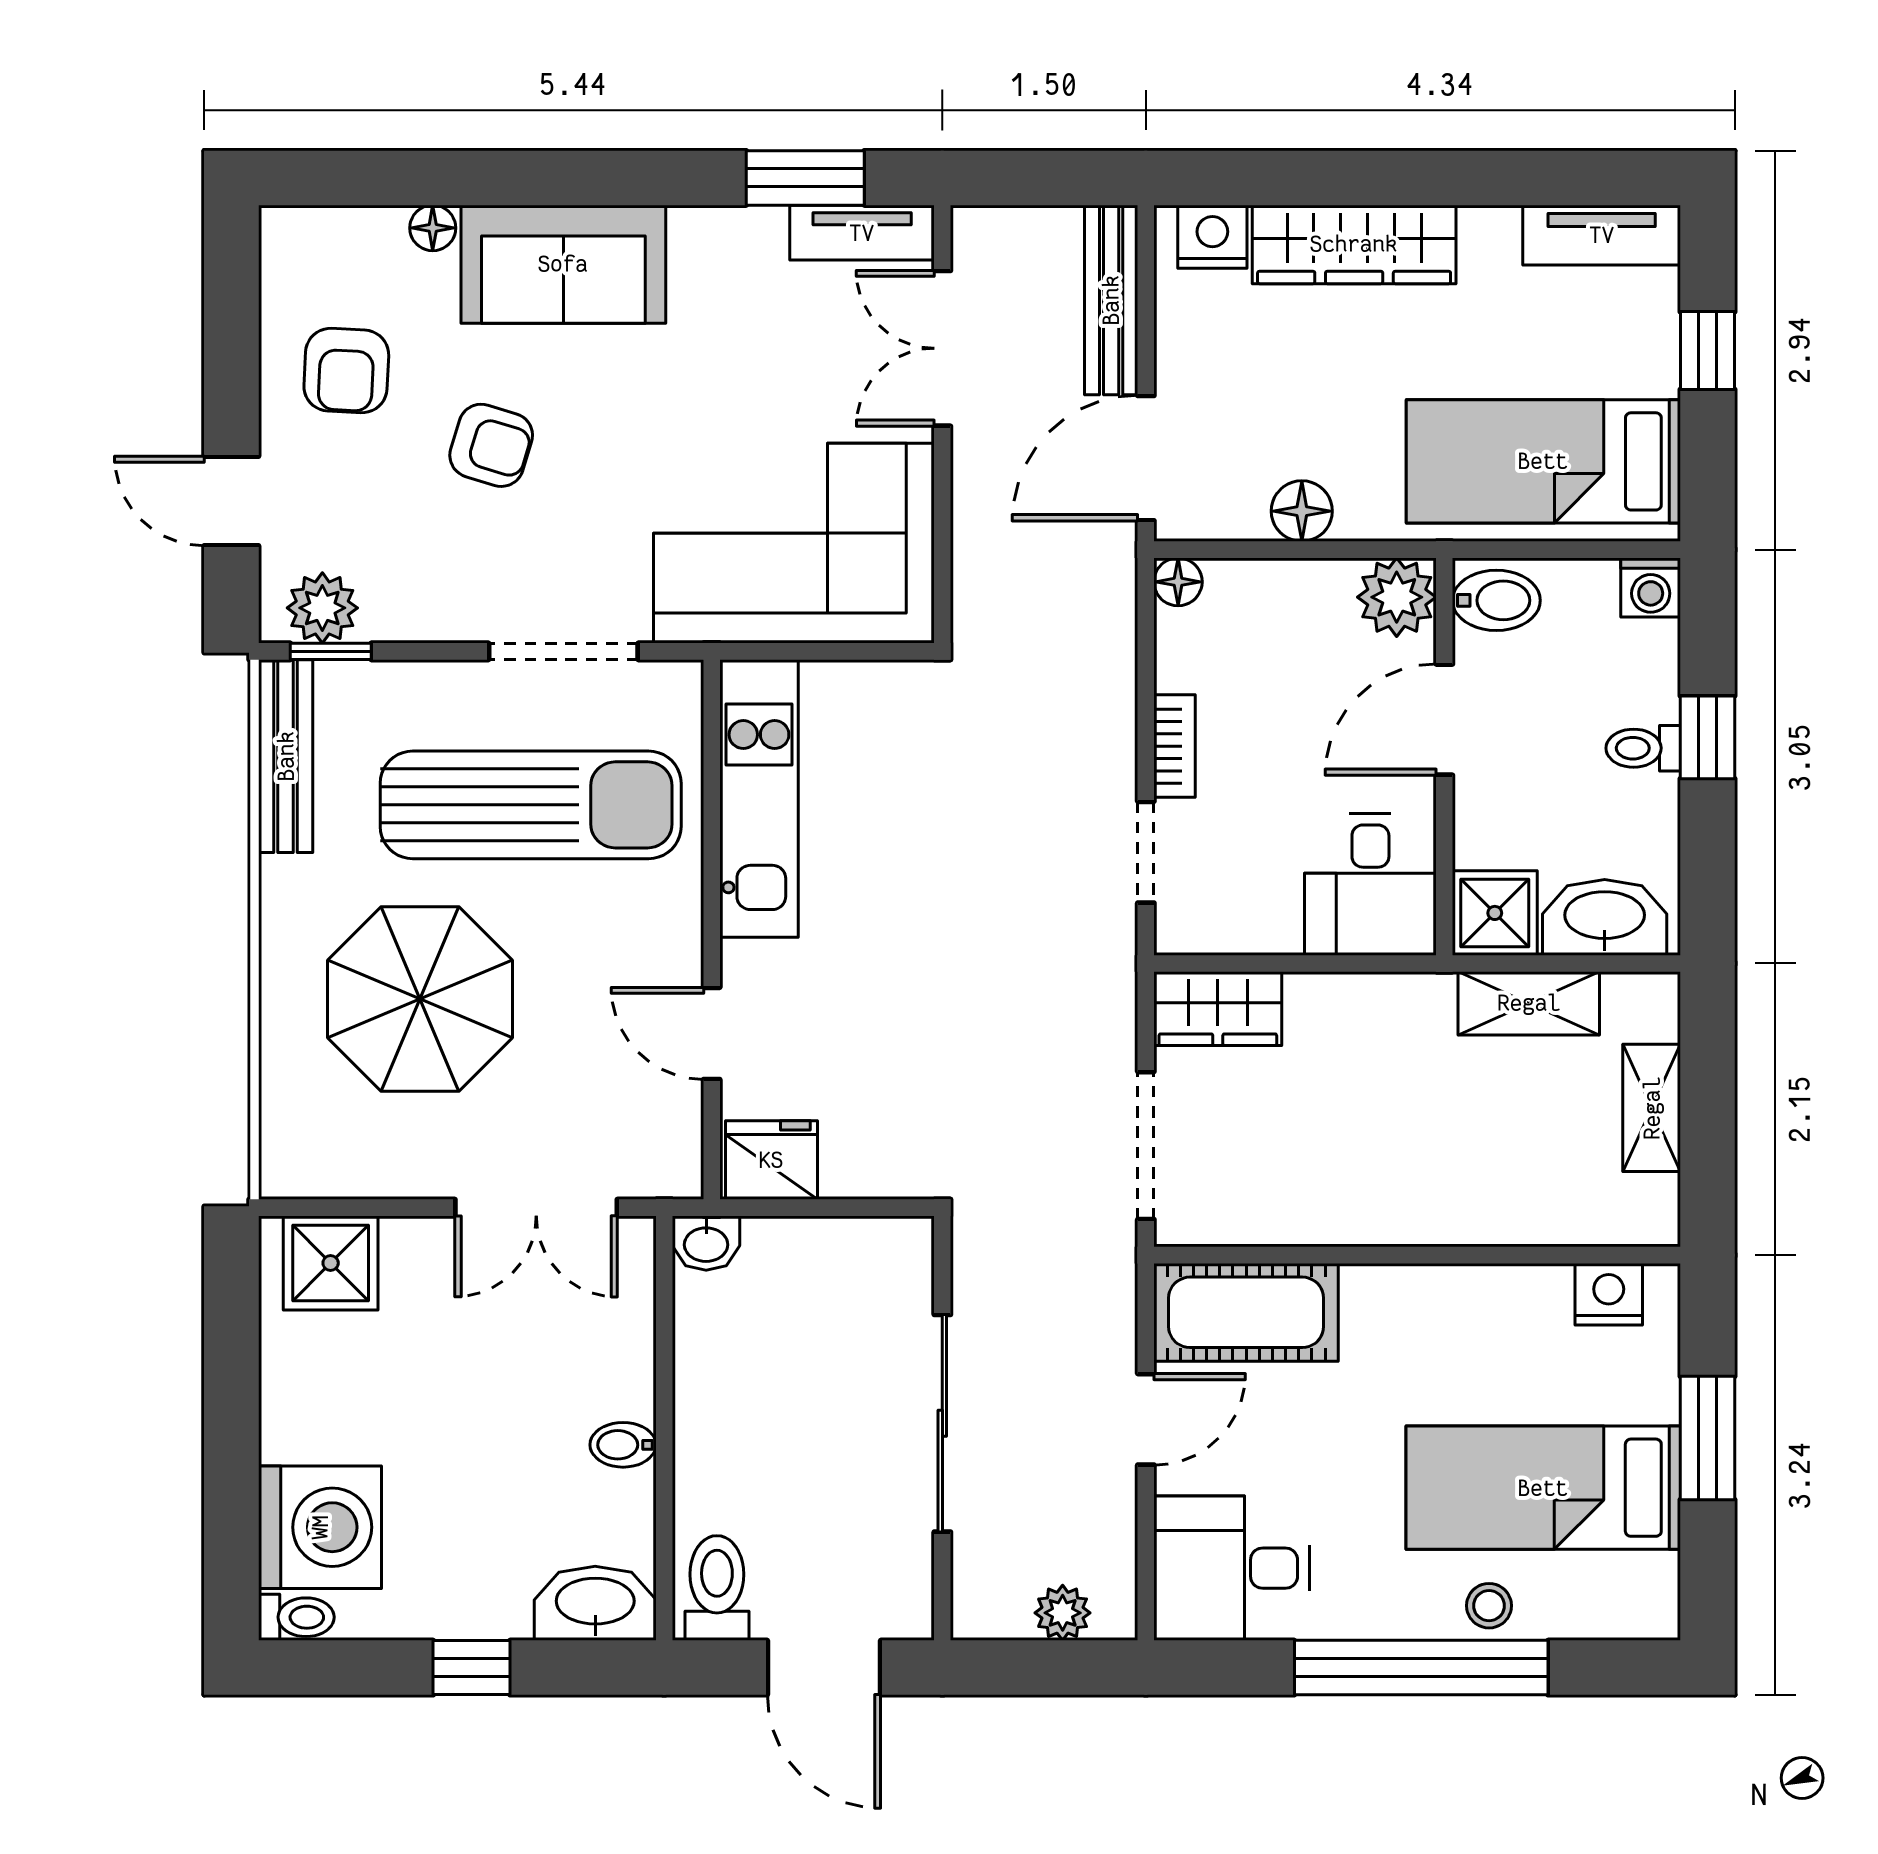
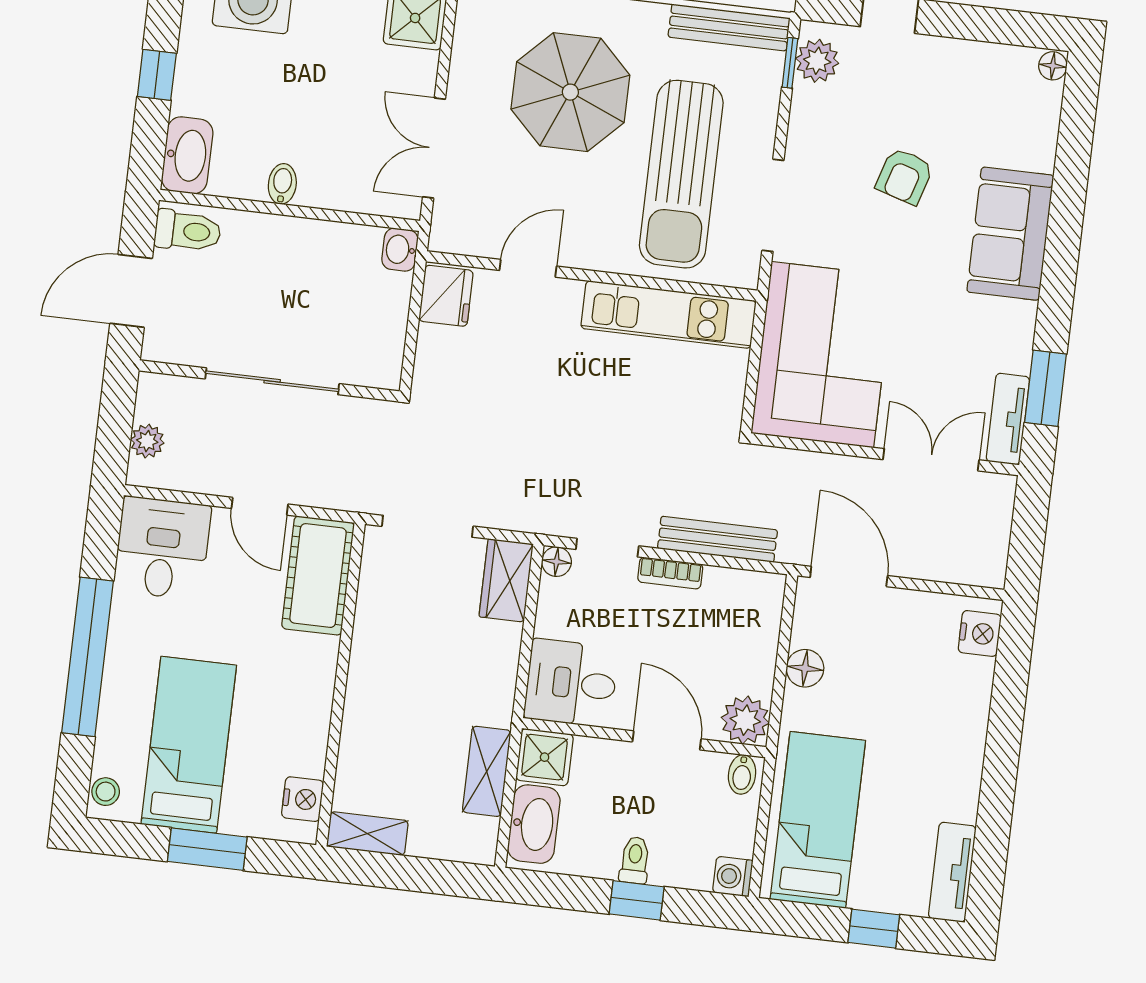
floor lamp: (433, 228) -> (1053, 66), moved
wardrobe: (1354, 244) -> (965, 720), removed
bench: (1111, 300) -> (717, 539), moved
armchair: (346, 370) -> (961, 93), removed
floor lamp: (1178, 582) -> (557, 562), moved
bidet: (1496, 600) -> (742, 774), width x0.72, depth x0.74
shelving: (1652, 1108) -> (367, 834), moved
stool: (1489, 1606) -> (106, 792), moved

